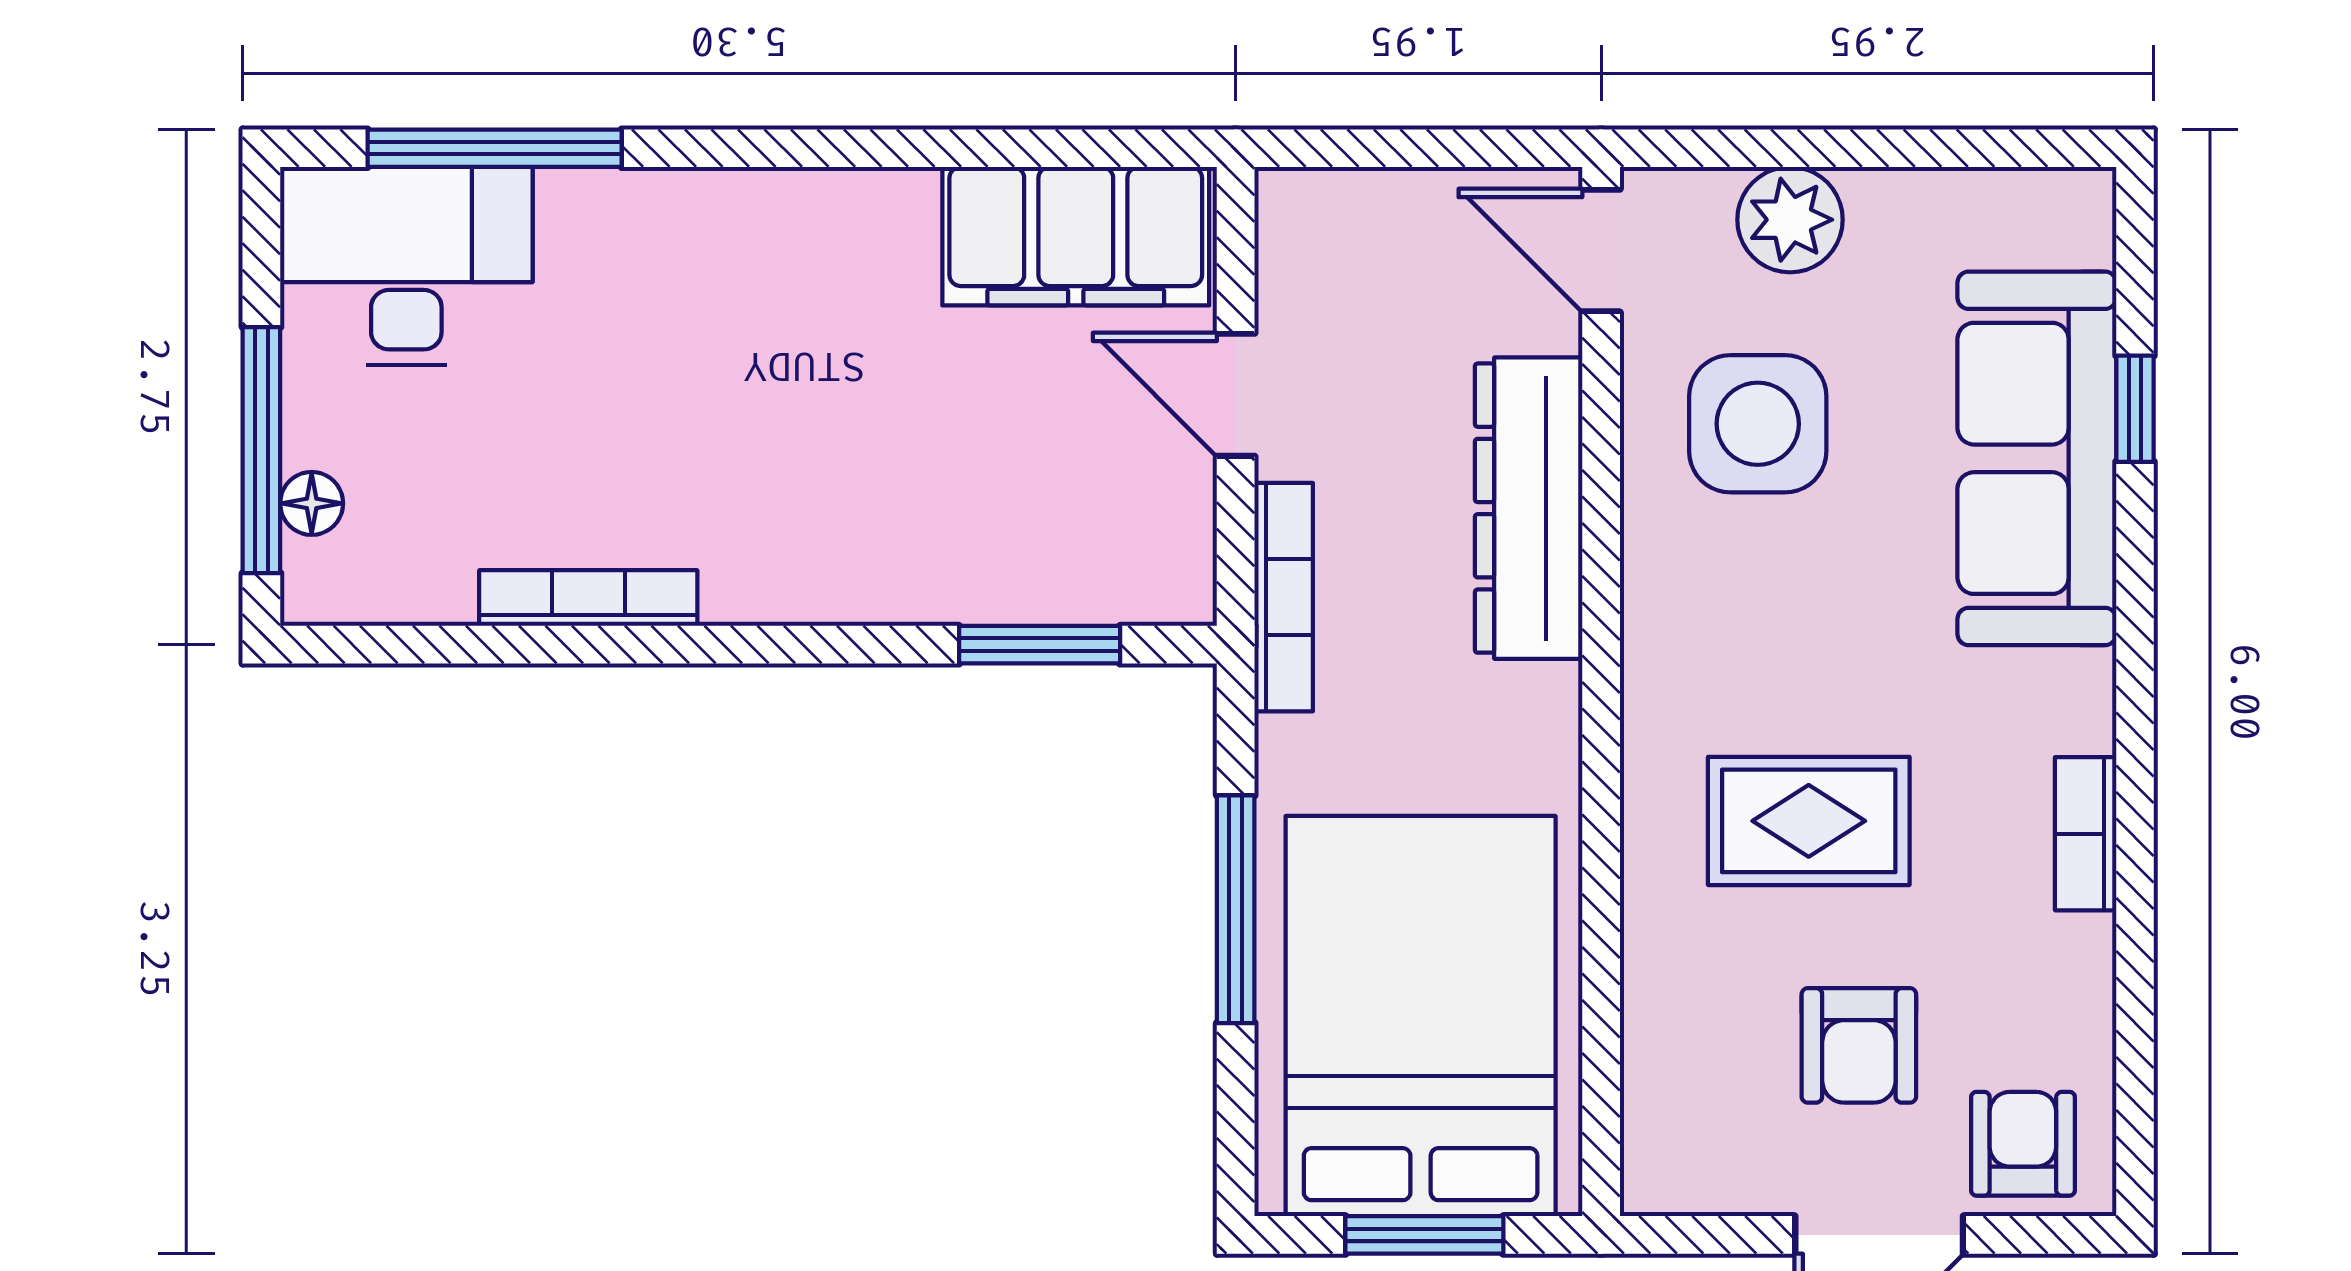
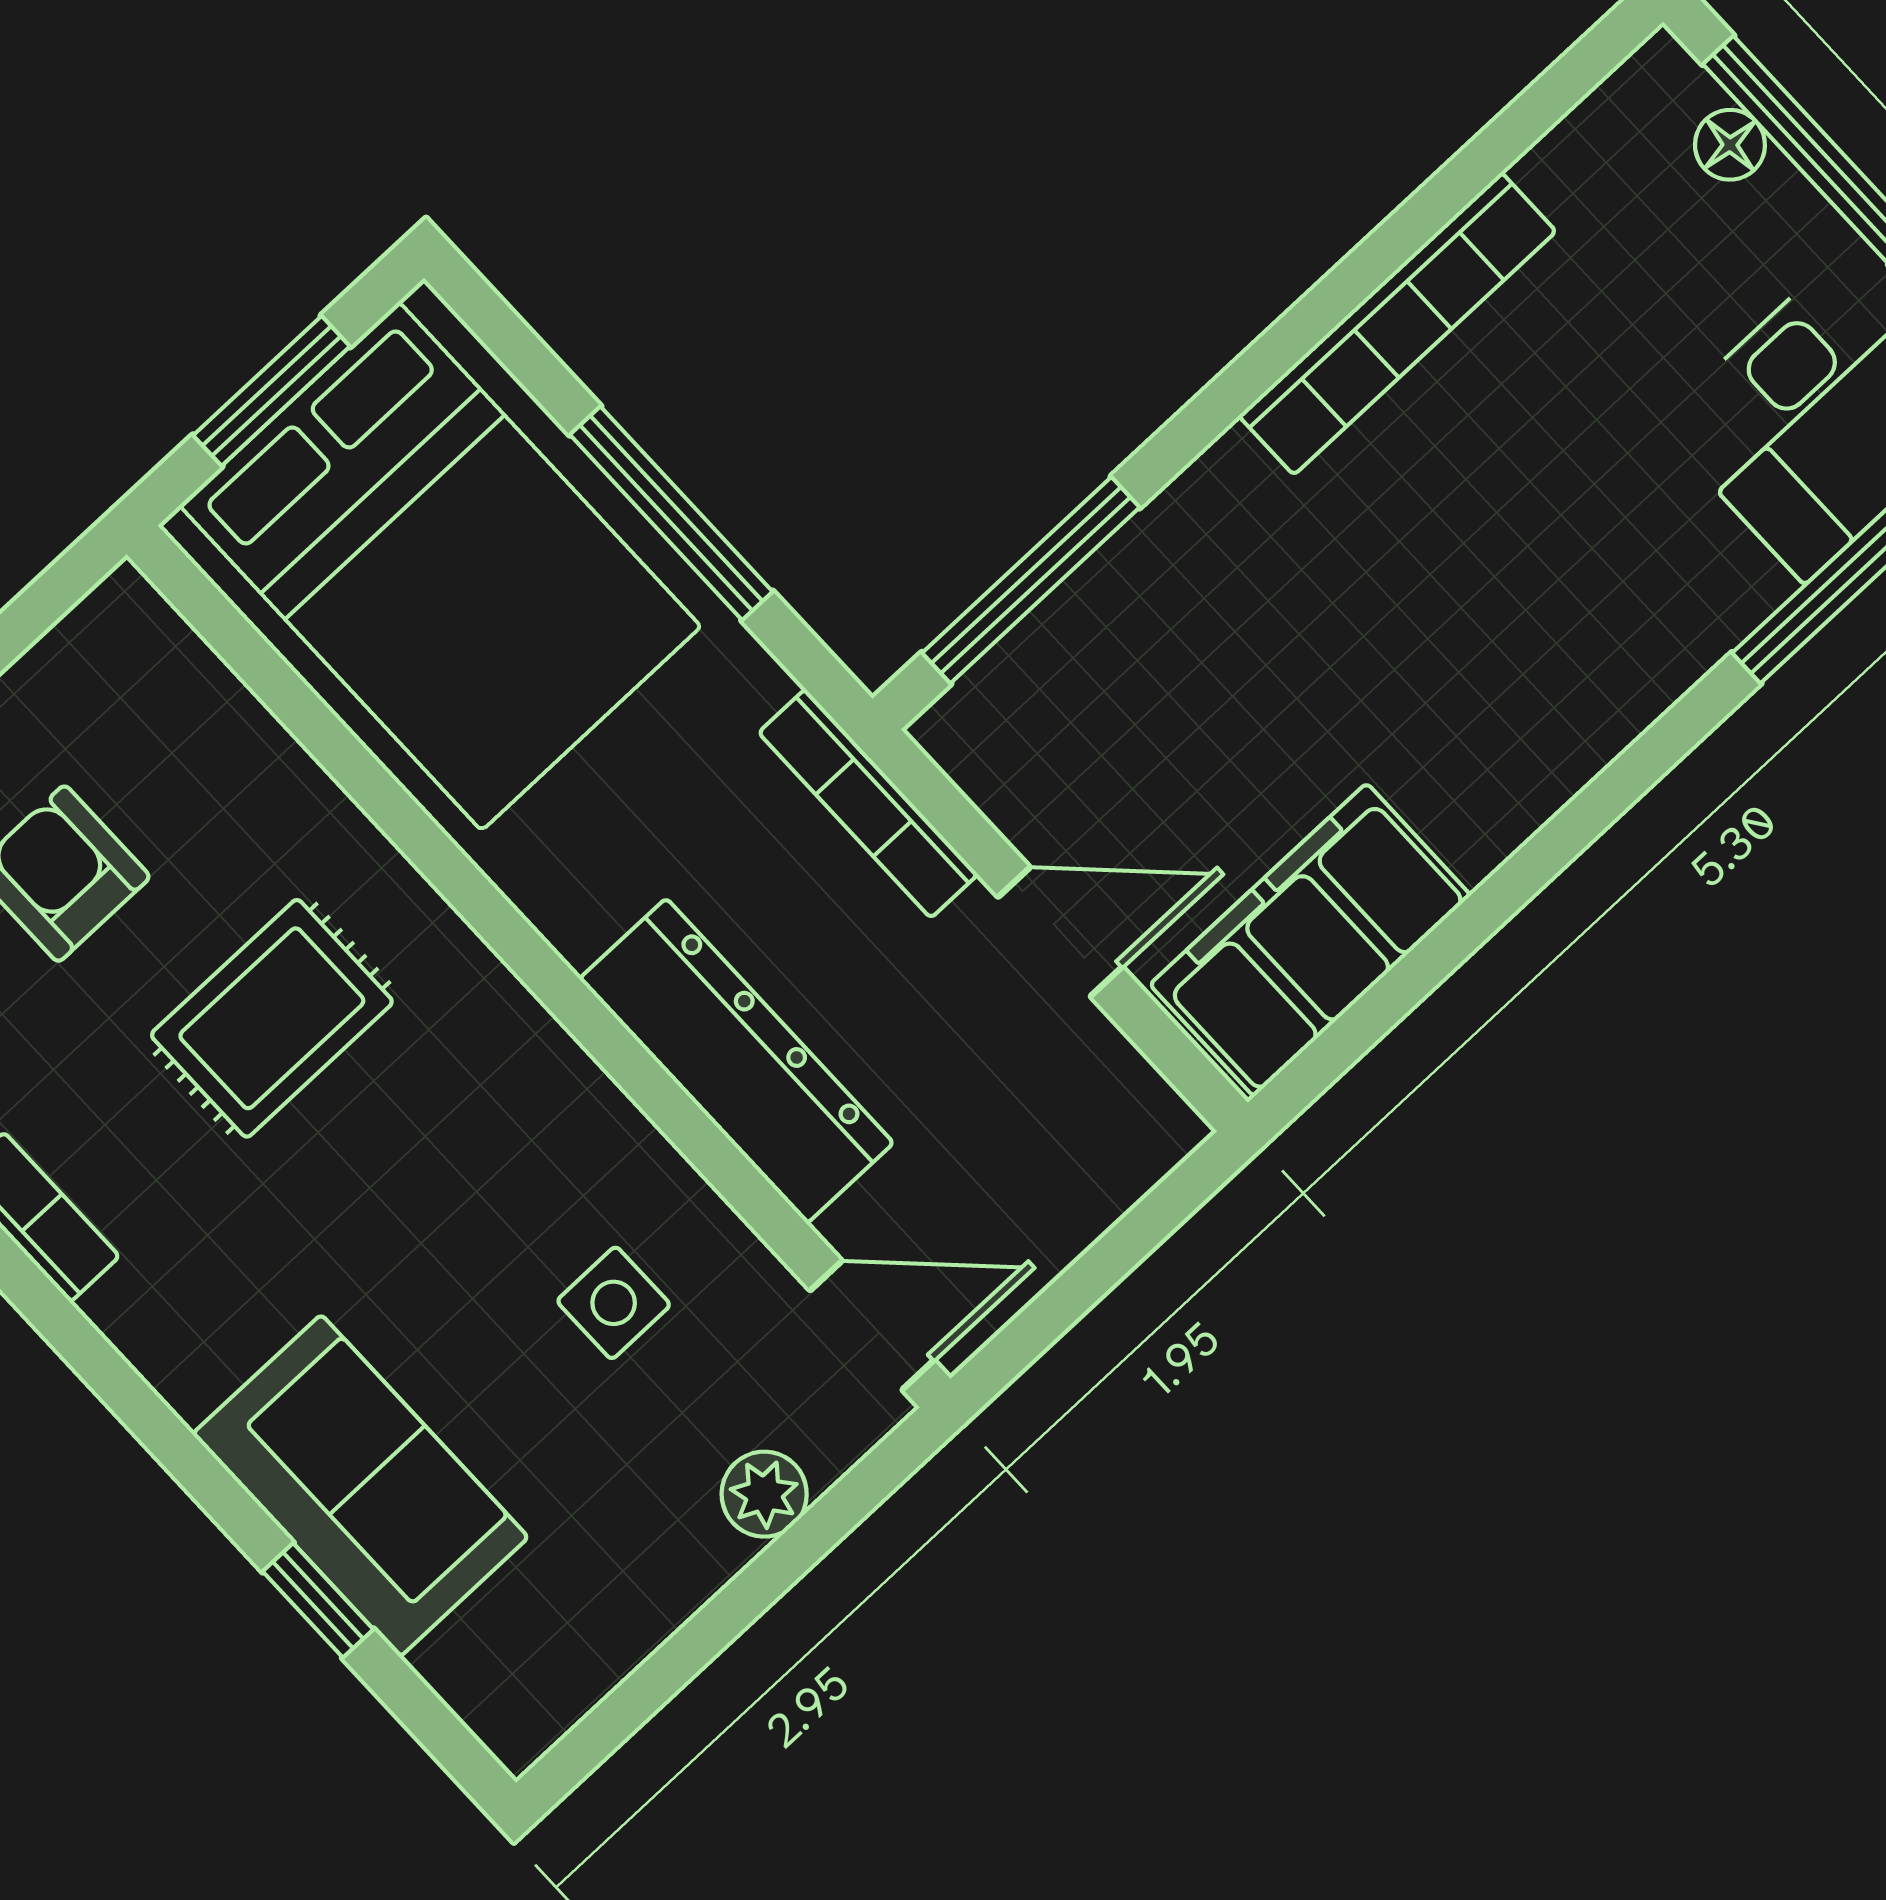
plant: (1790, 220) -> (764, 1494), width x0.73, depth x0.73
side table: (1758, 424) -> (614, 1303), width x0.54, depth x0.54
sofa: (2037, 458) -> (360, 1486), width x0.73
bookcase: (588, 598) -> (1397, 324), width x1.48, depth x1.31
window: (1040, 645) -> (1031, 580), width x1.44

